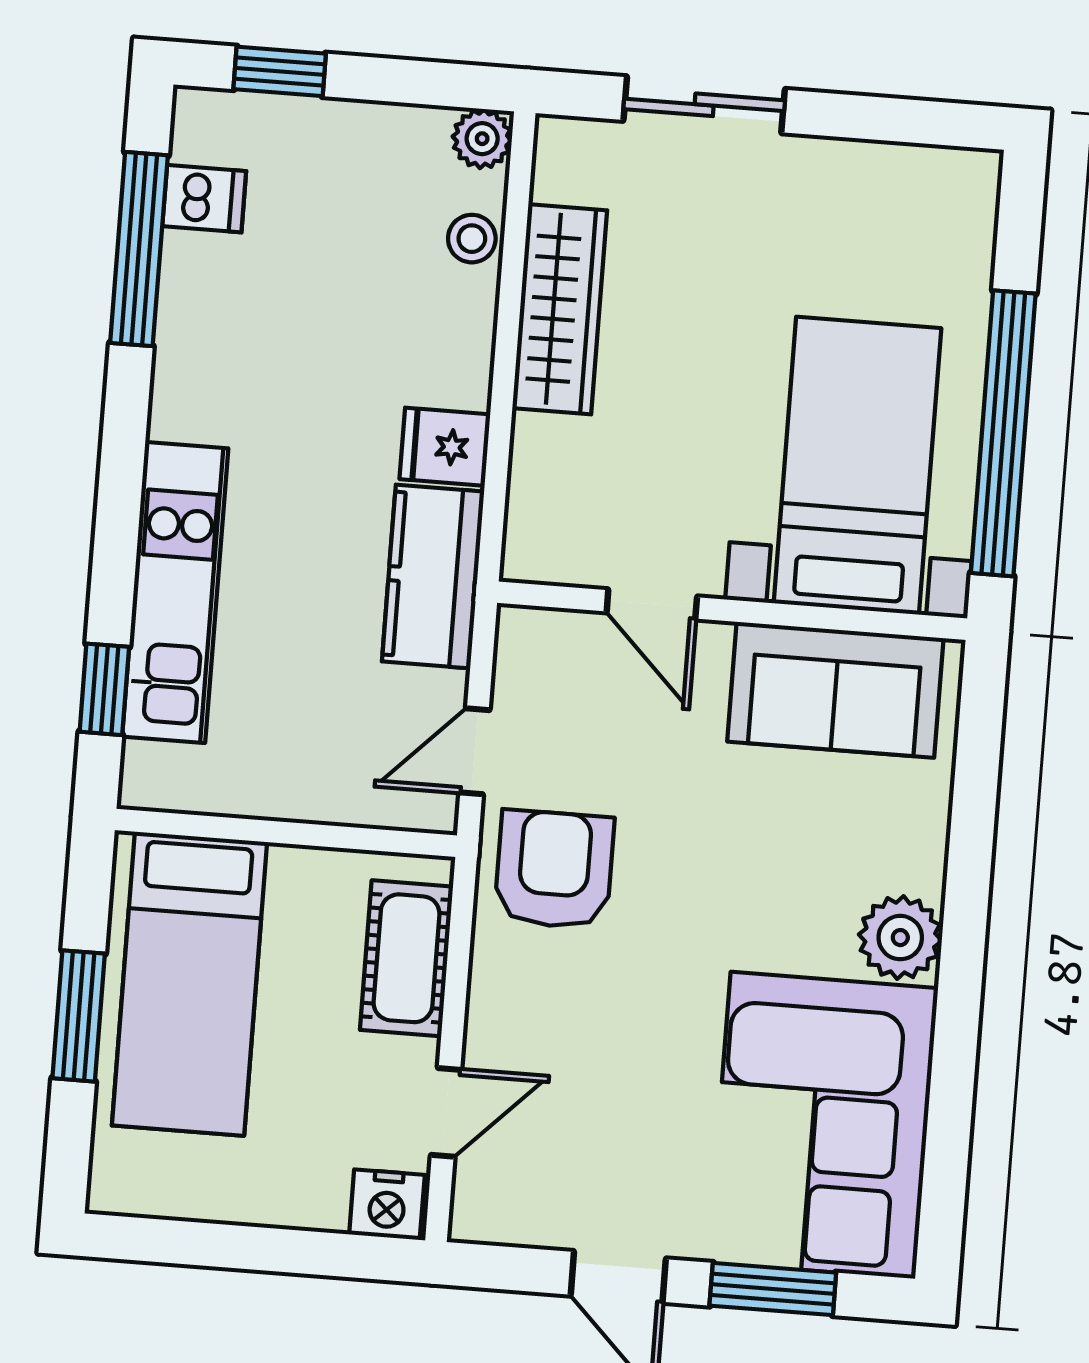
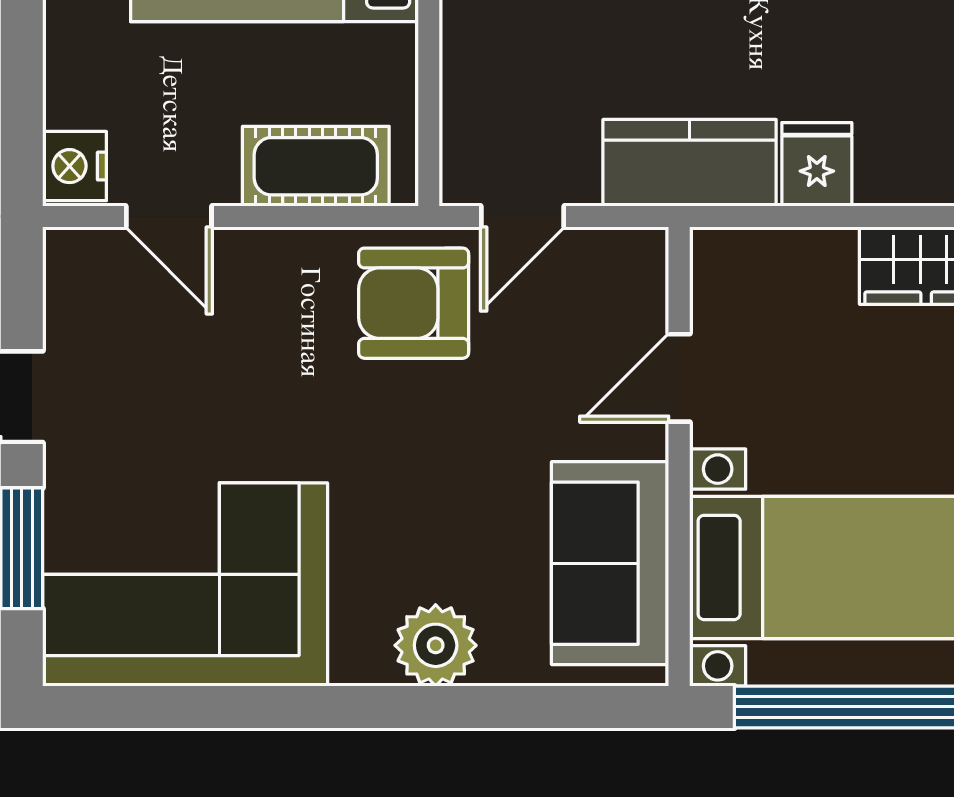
door: (475, 751) -> (523, 217), swing flipped
armchair: (554, 869) -> (414, 303), turned 180
plant: (900, 938) -> (436, 645), moved

